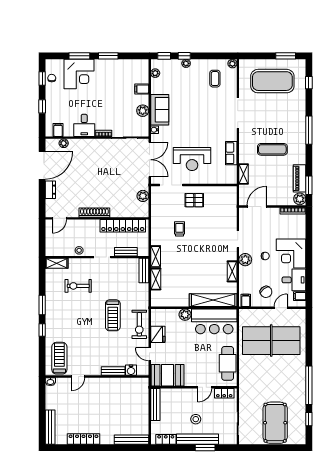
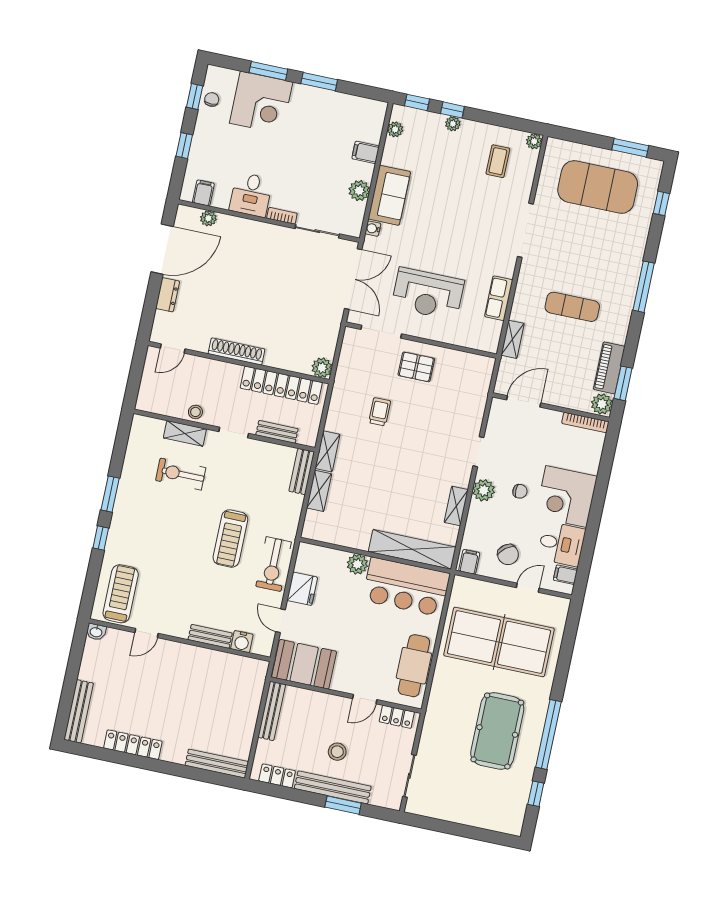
plant: (143, 196) -> (322, 368), moved
shelving: (57, 263) -> (185, 433), moved
pool table: (275, 423) -> (497, 731), moved

